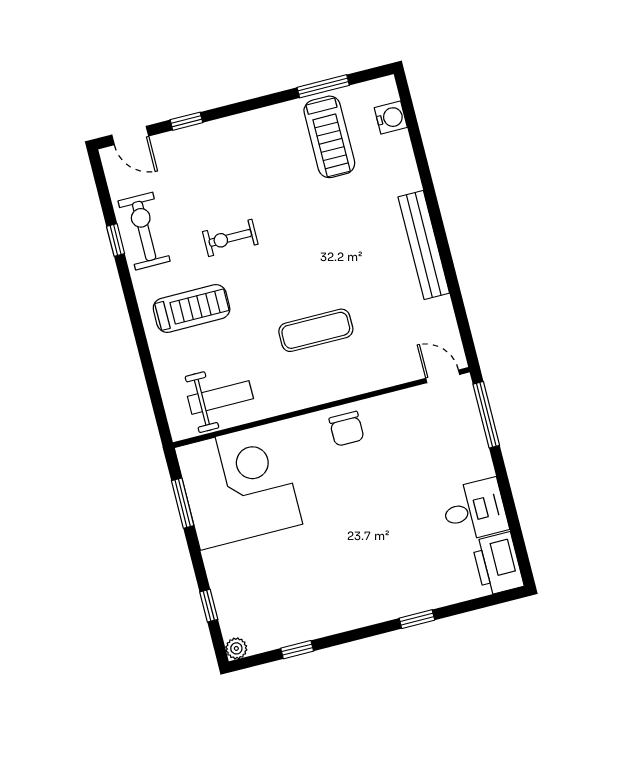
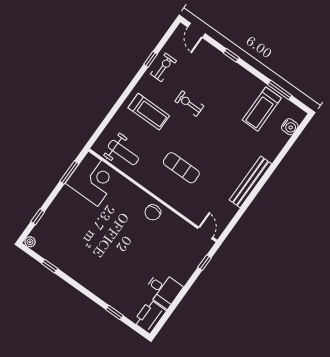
window: (186, 121) -> (231, 55), moved
exercise bike: (144, 231) -> (163, 67), width x0.73, depth x0.72
window: (486, 415) -> (205, 263), width x0.46
corner desk: (239, 486) -> (93, 179), width x0.74, depth x0.74
window: (417, 619) -> (114, 313), moved

